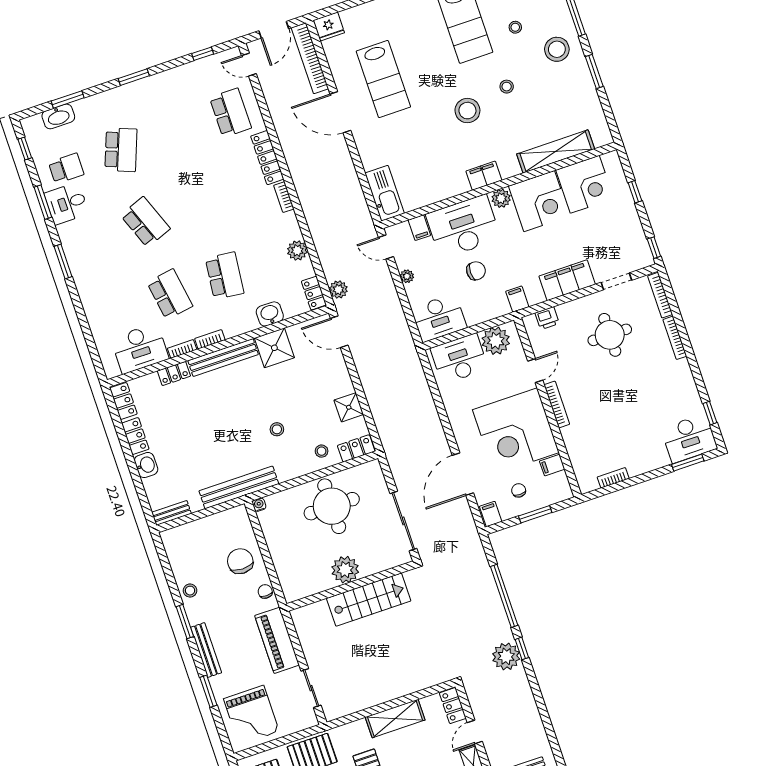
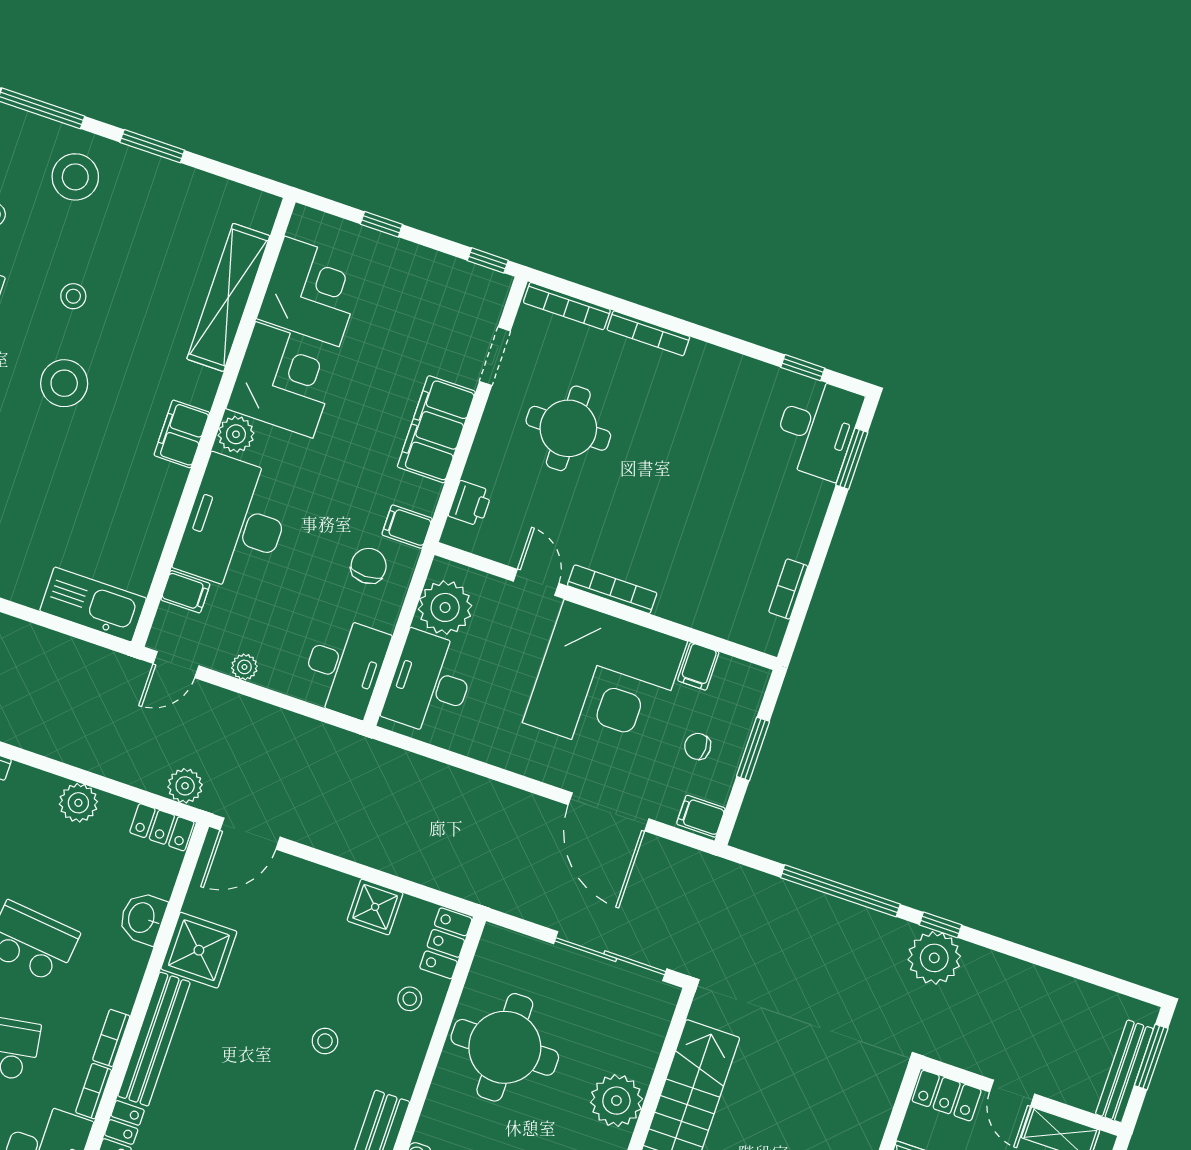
chair: (476, 271) -> (369, 566), moved

